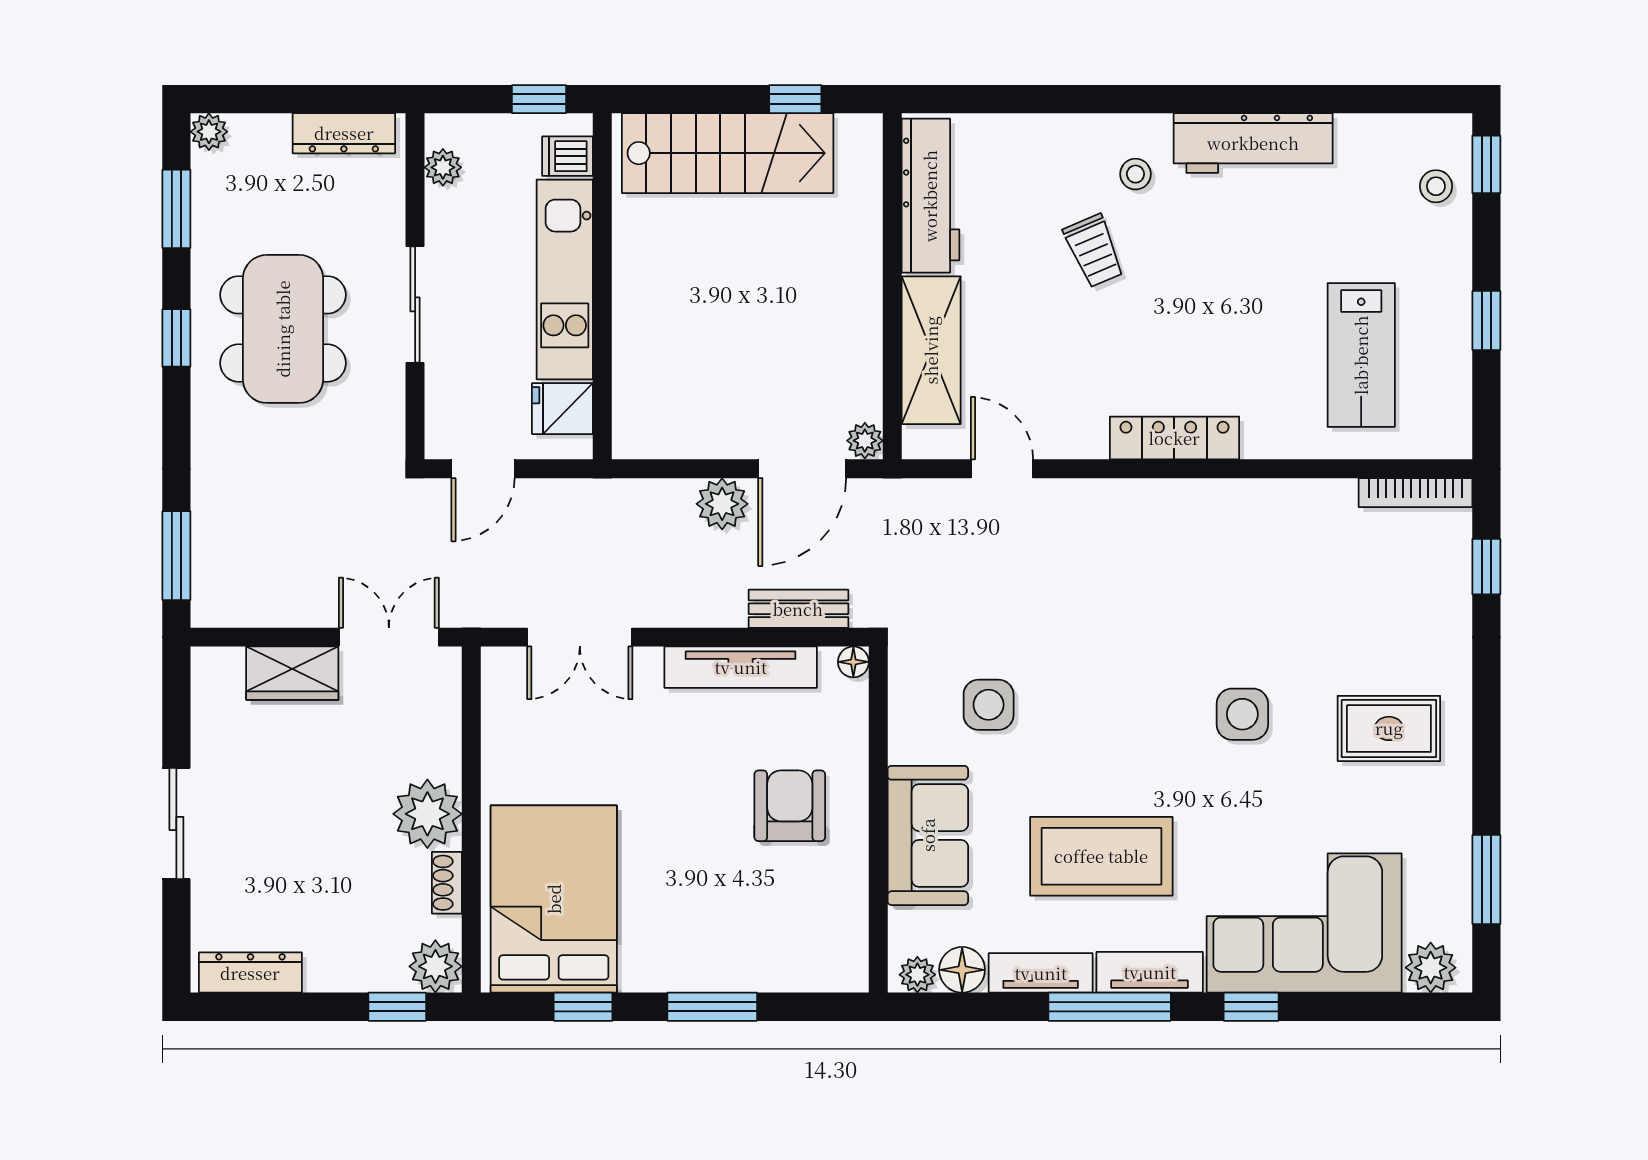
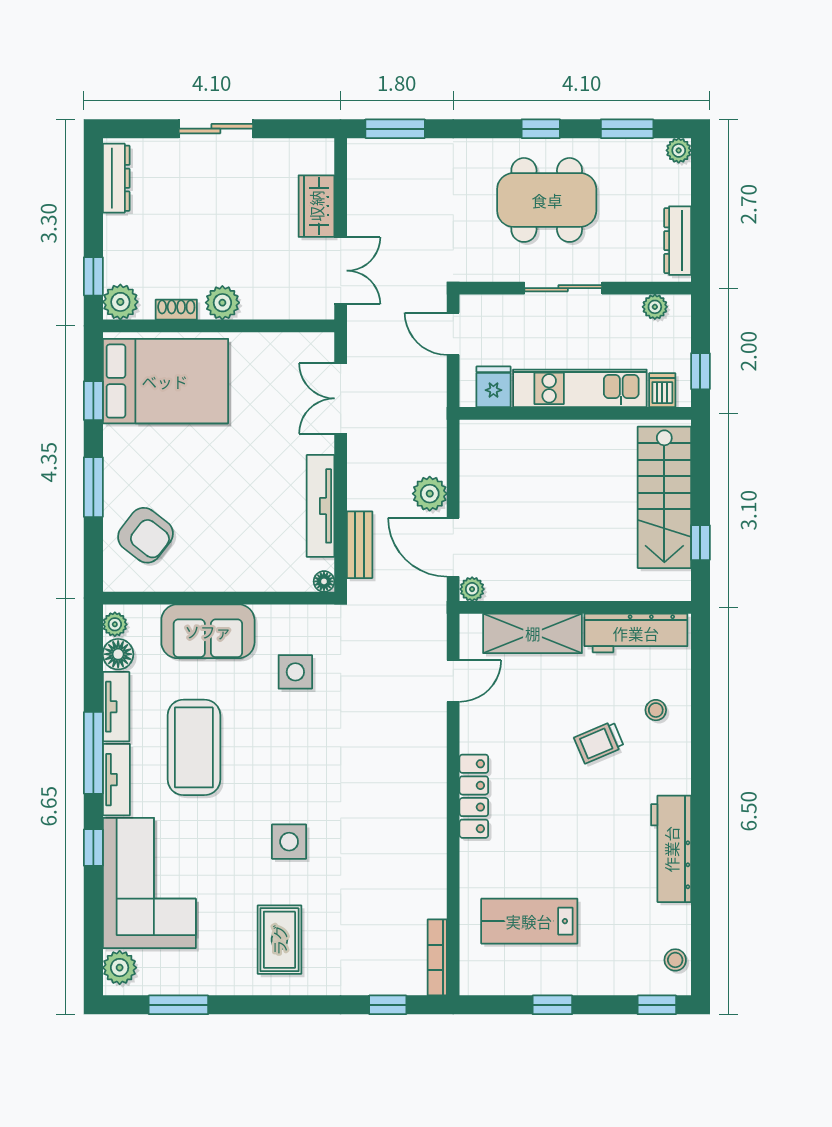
stool: (1135, 174) -> (656, 710), moved
stool: (1436, 186) -> (675, 960), moved
armchair: (790, 806) -> (146, 535), moved, turned 38
plant: (427, 814) -> (222, 303), width x0.73, depth x0.73

